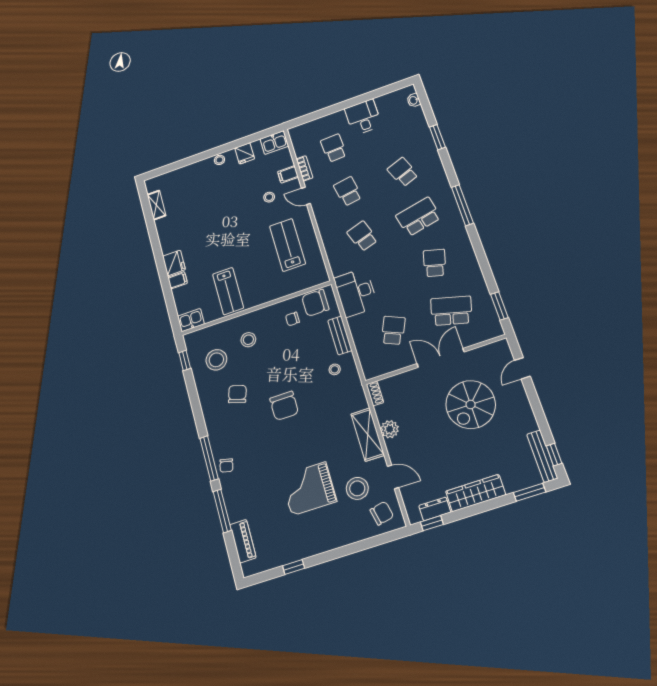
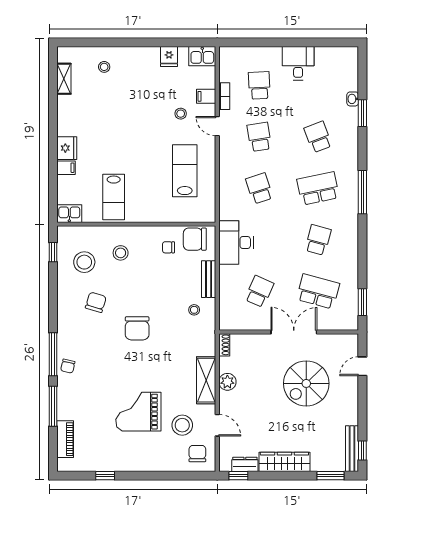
washbasin: (414, 100) -> (353, 99), moved
stool: (219, 160) -> (104, 67), moved
chair: (382, 513) -> (197, 454), turned -78

